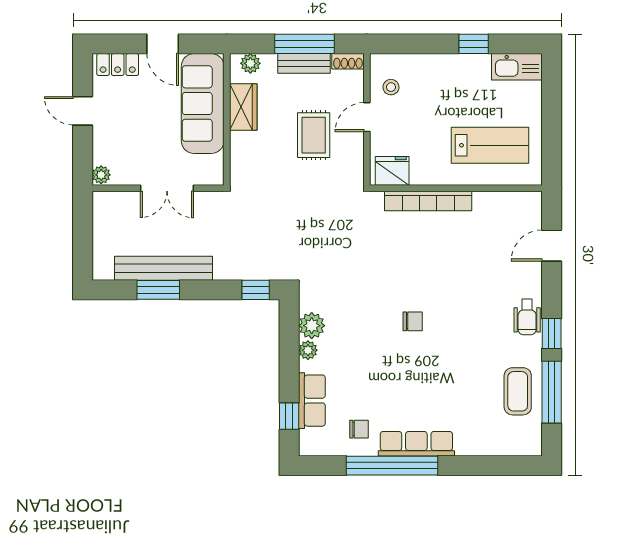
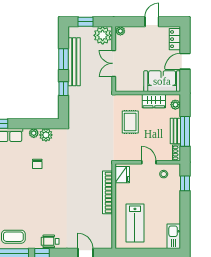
window: (474, 44) -> (185, 183), moved
sofa: (203, 104) -> (162, 81), width x0.73
rug: (314, 135) -> (130, 122), moved, turned 90
plant: (110, 211) -> (103, 35), added
window: (83, 245) -> (86, 22), added
window: (256, 290) -> (64, 89), moved
chair: (413, 321) -> (37, 164), moved

